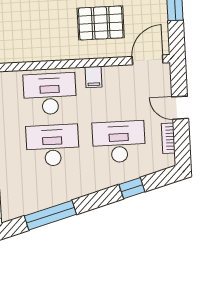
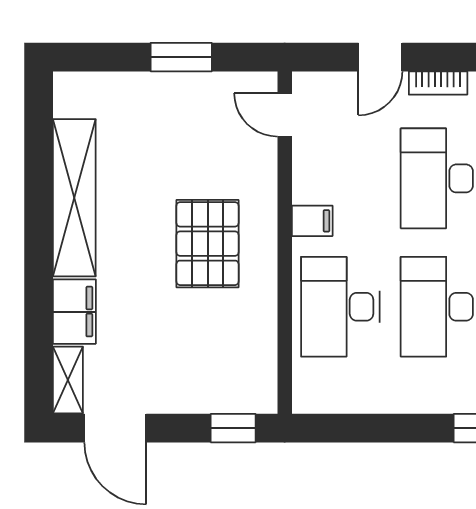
pallet: (101, 23) -> (208, 244), moved
door: (148, 60) -> (285, 115), width x0.73

